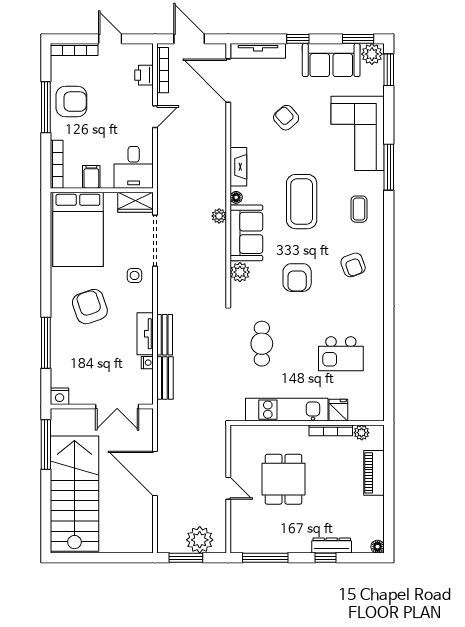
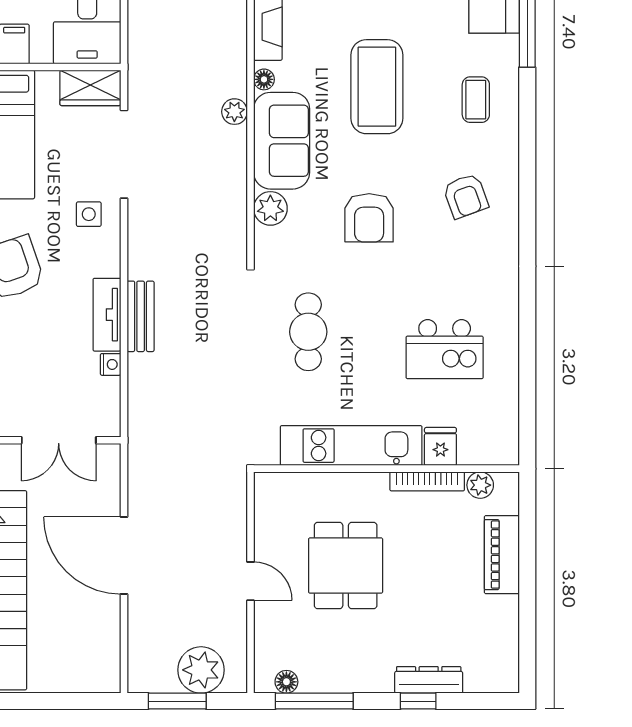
bench: (165, 378) -> (141, 391), removed
floor lamp: (378, 547) -> (286, 682), moved

